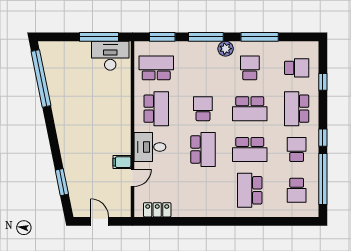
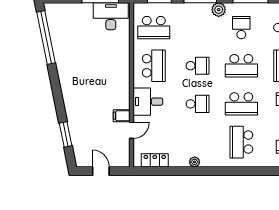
school desk: (156, 68) -> (154, 28), turned 180
school desk: (203, 109) -> (198, 66), turned 90
school desk: (203, 149) -> (198, 104), width x0.54
plant: (200, 211) -> (195, 162), added

